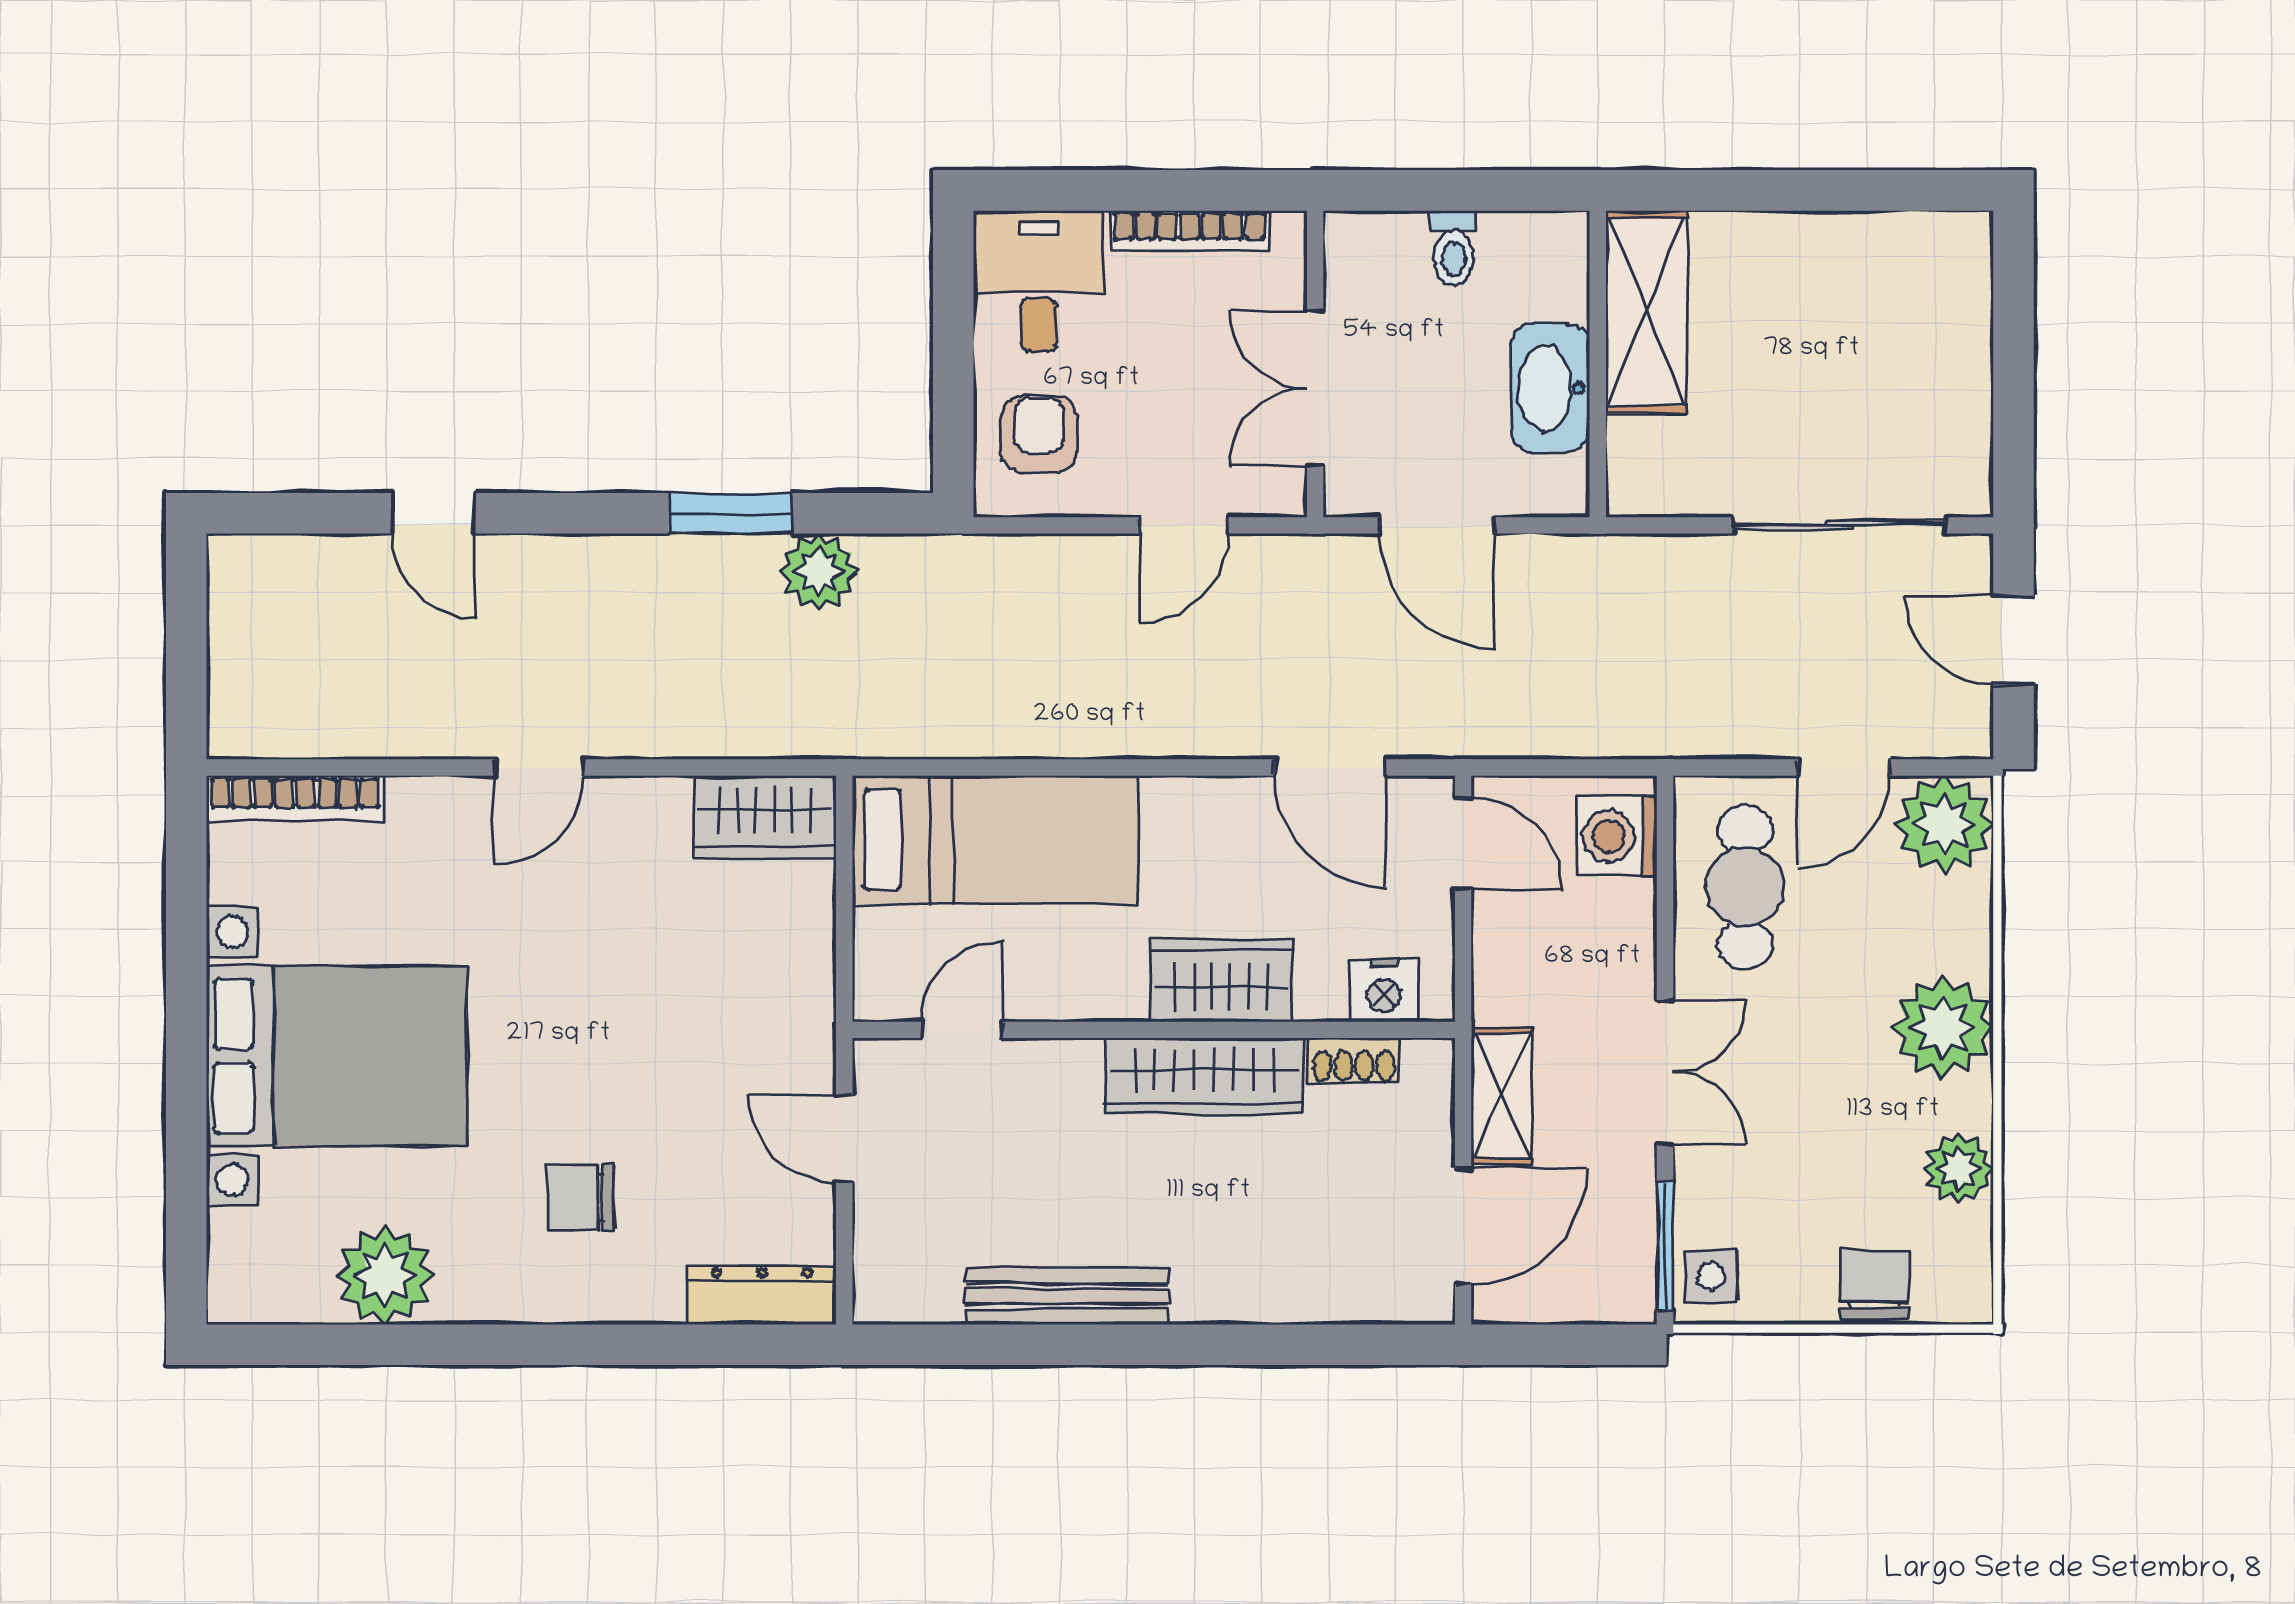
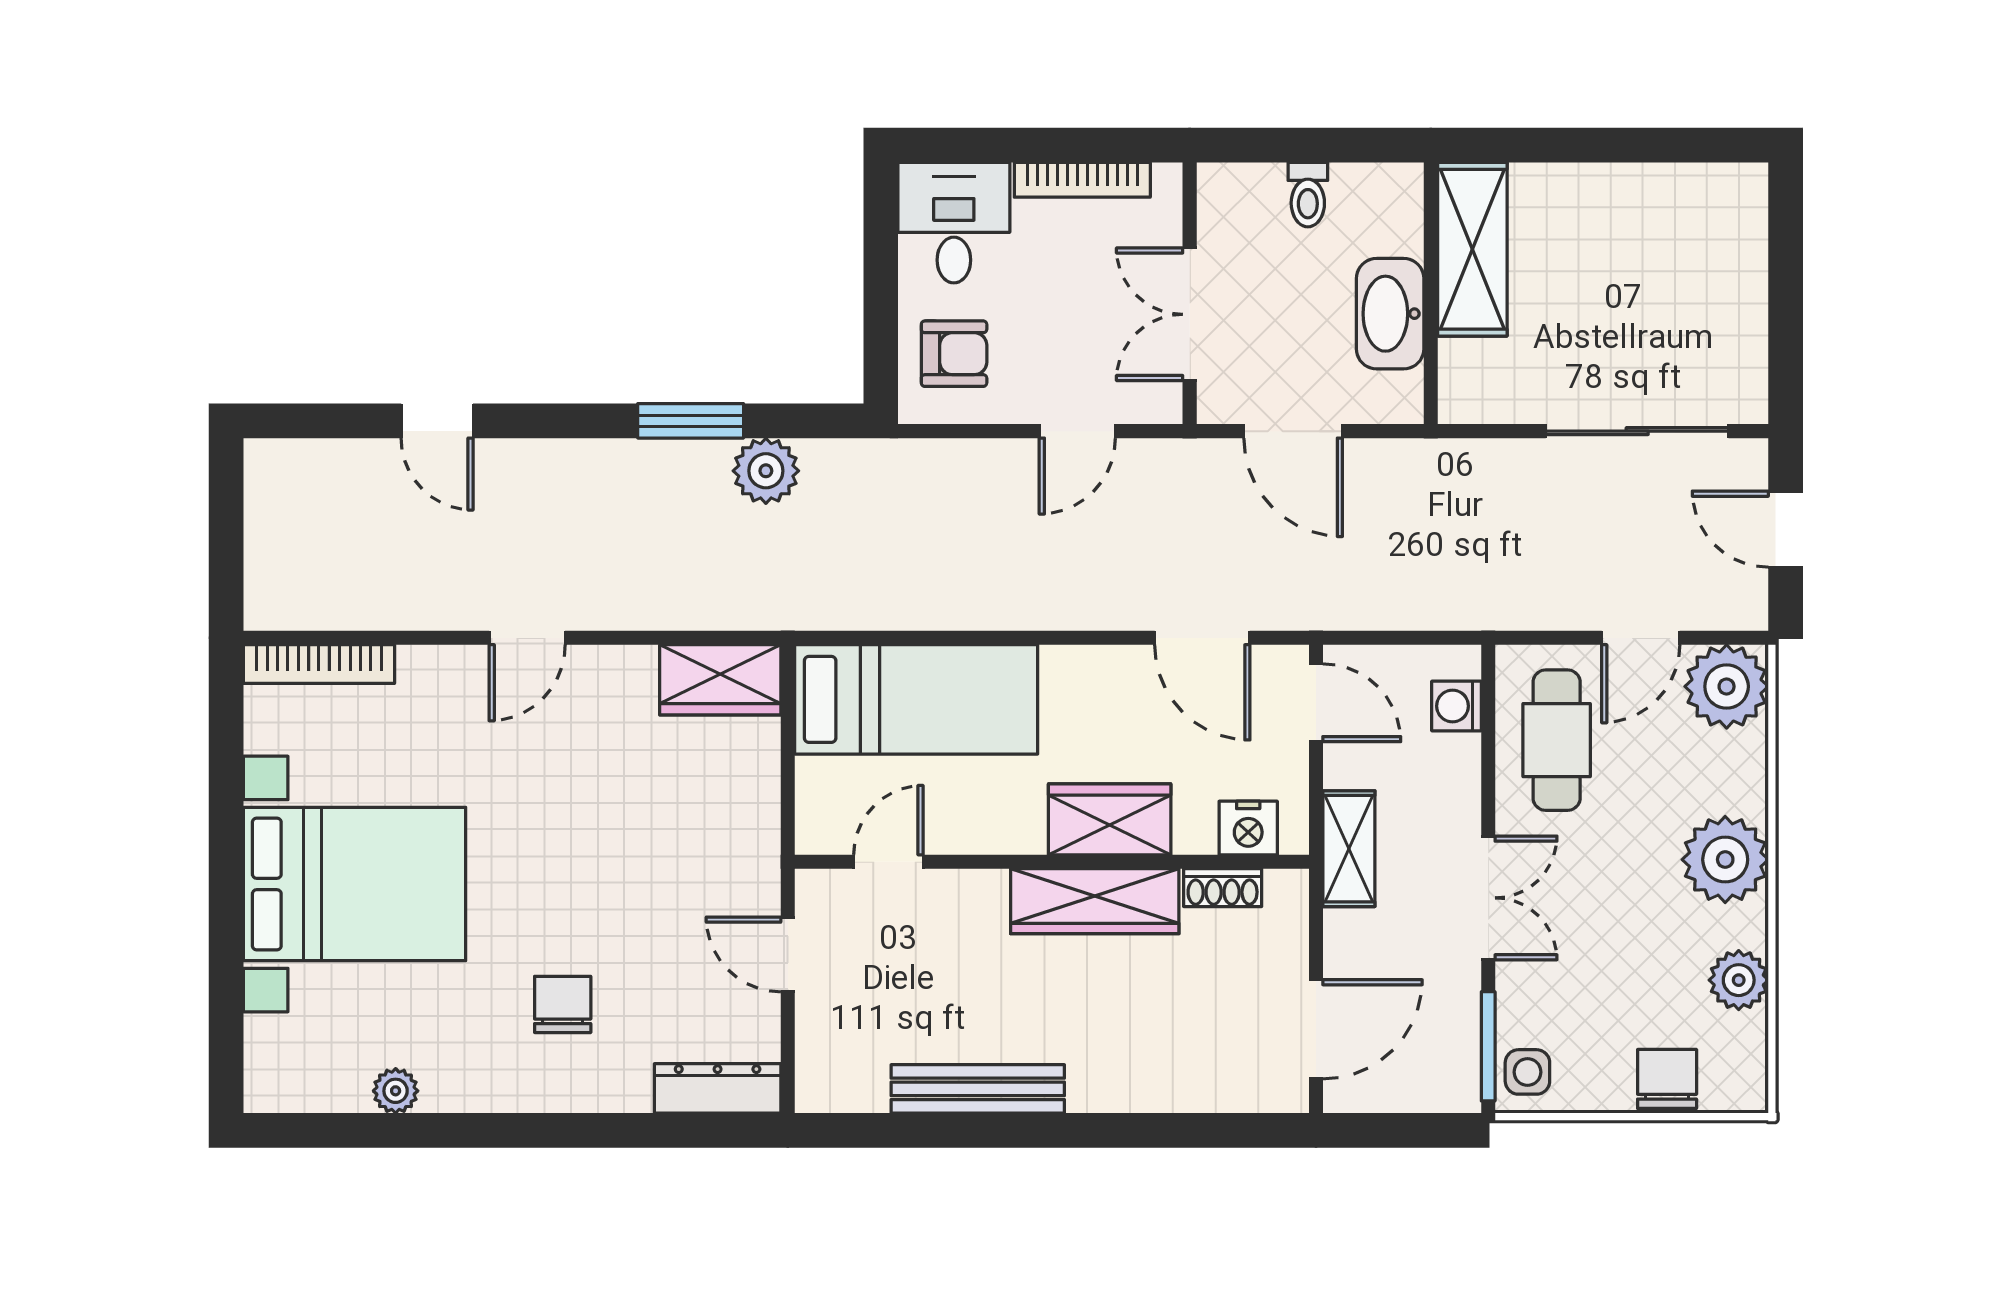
armchair: (1039, 435) -> (954, 354), turned 90
washing machine: (1617, 836) -> (1457, 706), width x0.73, depth x0.73
shelving: (1502, 1096) -> (1349, 849), moved
chair: (581, 1197) -> (563, 1004), turned 90
plant: (385, 1275) -> (396, 1091), width x0.53, depth x0.53

